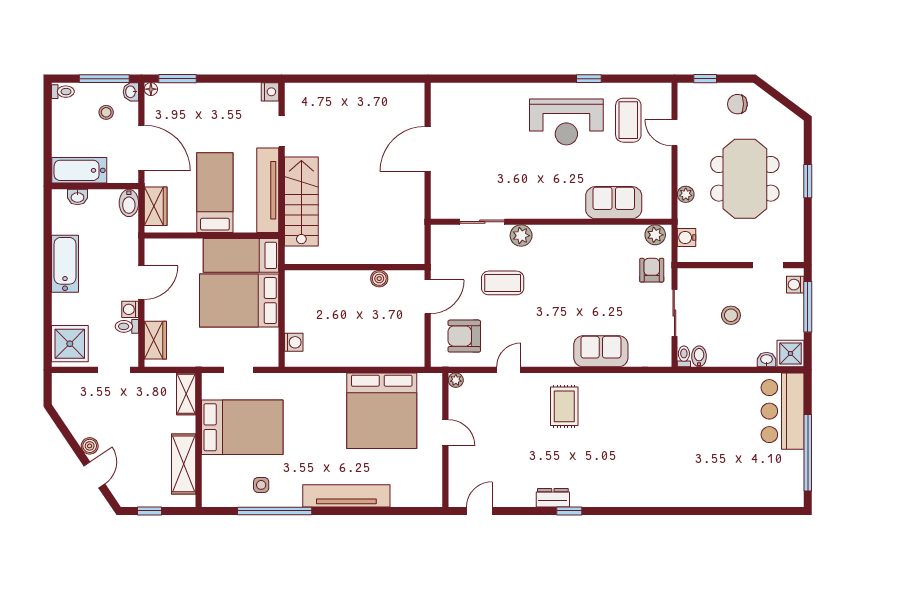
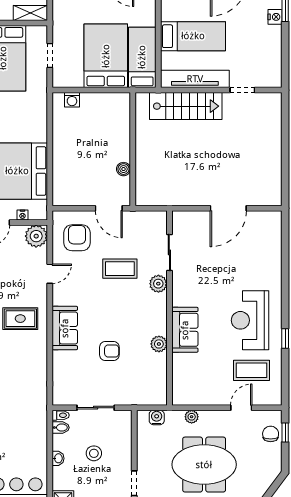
nightstand: (270, 92) -> (275, 17), moved, turned -90
chair: (737, 104) -> (271, 434), moved
door: (428, 149) -> (228, 208), swing flipped
sofa: (614, 203) -> (185, 330), moved
plant: (655, 235) -> (159, 344), moved
armchair: (652, 270) -> (109, 351), moved
coffee table: (503, 283) -> (120, 269), turned 90
sofa: (601, 351) -> (65, 328), moved
washbasin: (766, 360) -> (58, 458), moved
door: (509, 370) -> (50, 274), hinge flipped
plant: (456, 380) -> (36, 236), width x1.88, depth x1.88
nightstand: (436, 404) -> (22, 215), added

